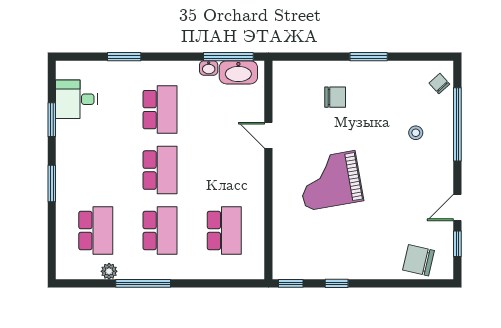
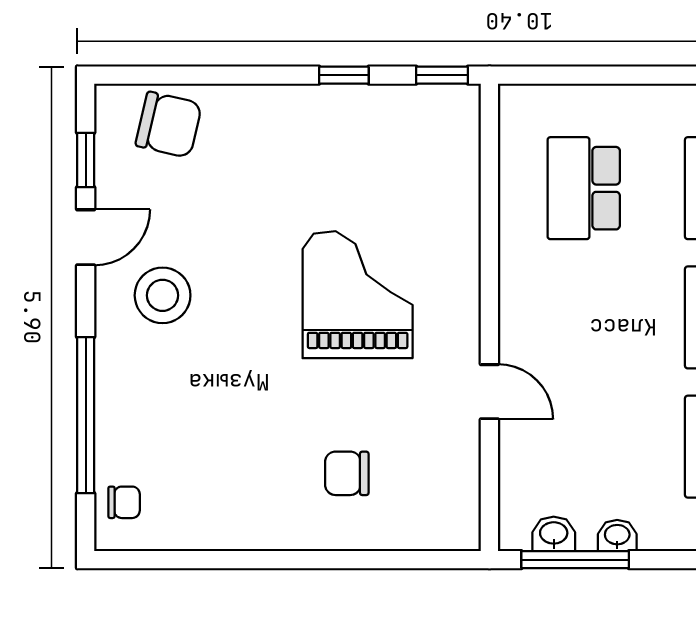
window: (369, 57) -> (275, 560), removed
washbasin: (238, 72) -> (554, 534), width x0.52, depth x0.69
chair: (439, 84) -> (124, 502), turned -48
stool: (416, 133) -> (163, 295), moved, width x1.89, depth x1.89
grand piano: (330, 181) -> (358, 295), turned -80

